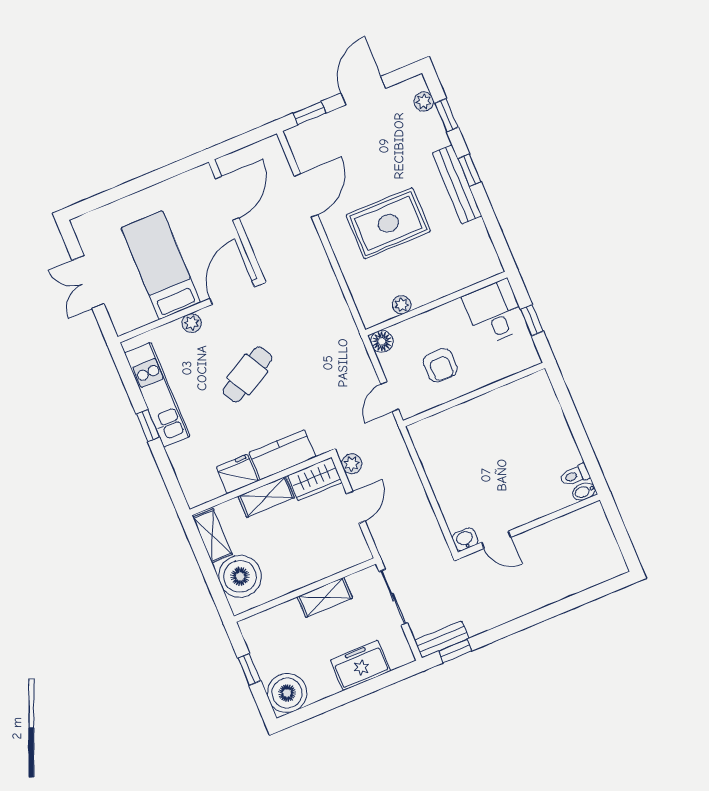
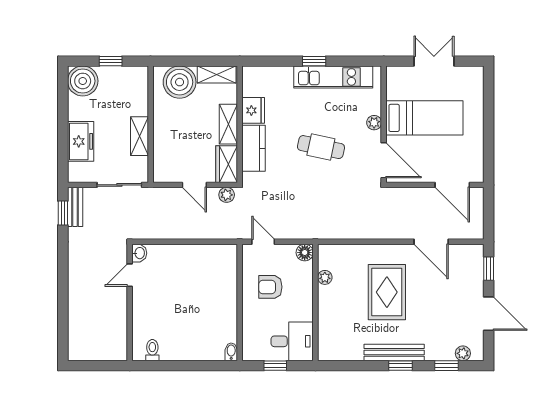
cafe table: (247, 375) -> (321, 147), turned -49
bidet: (584, 492) -> (231, 352), moved

